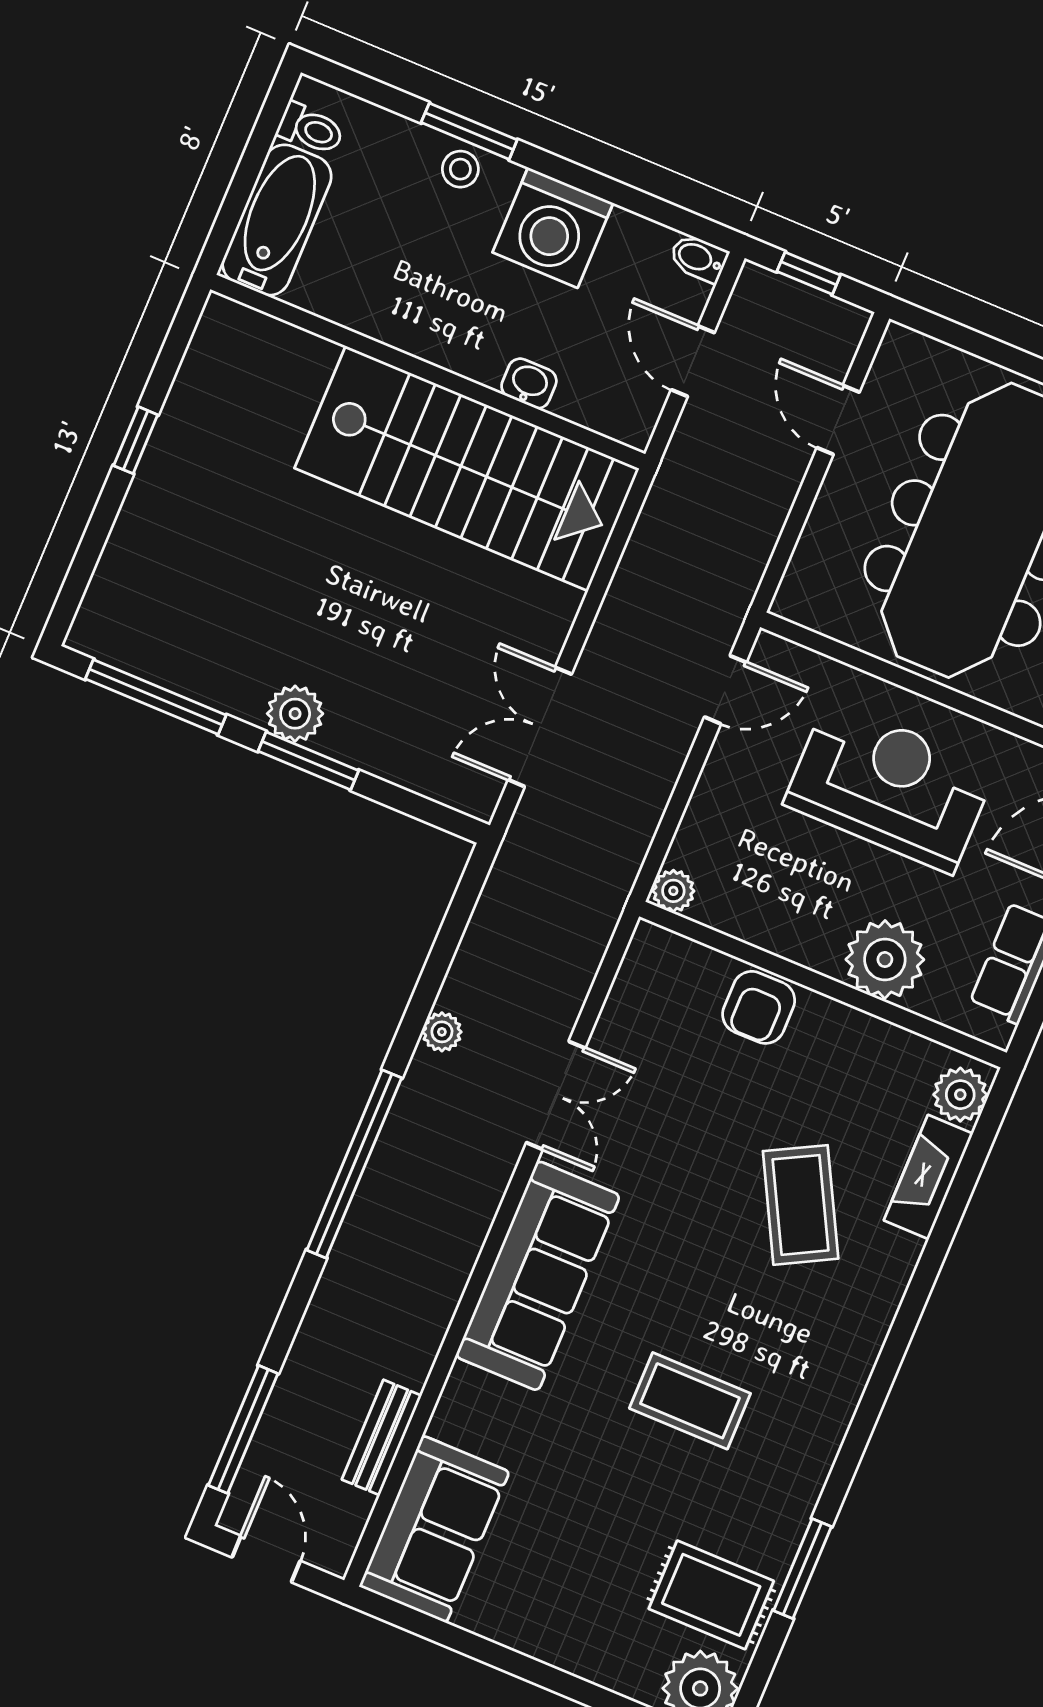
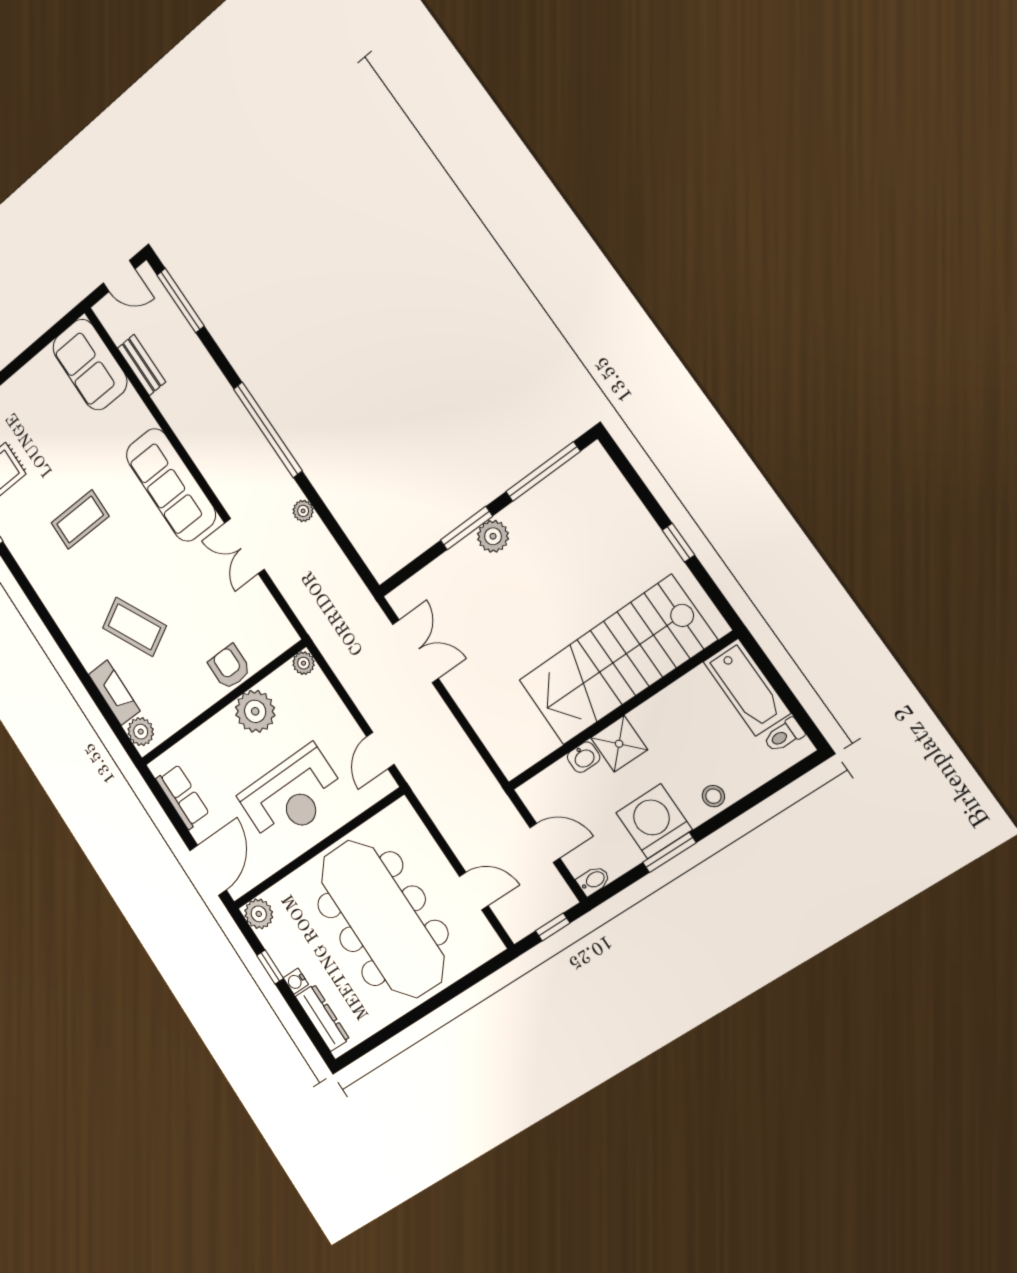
window: (469, 131) -> (669, 852), moved
shower: (475, 345) -> (619, 744), added
stairs: (467, 468) -> (617, 660), moved
plant: (885, 960) -> (255, 711), moved

